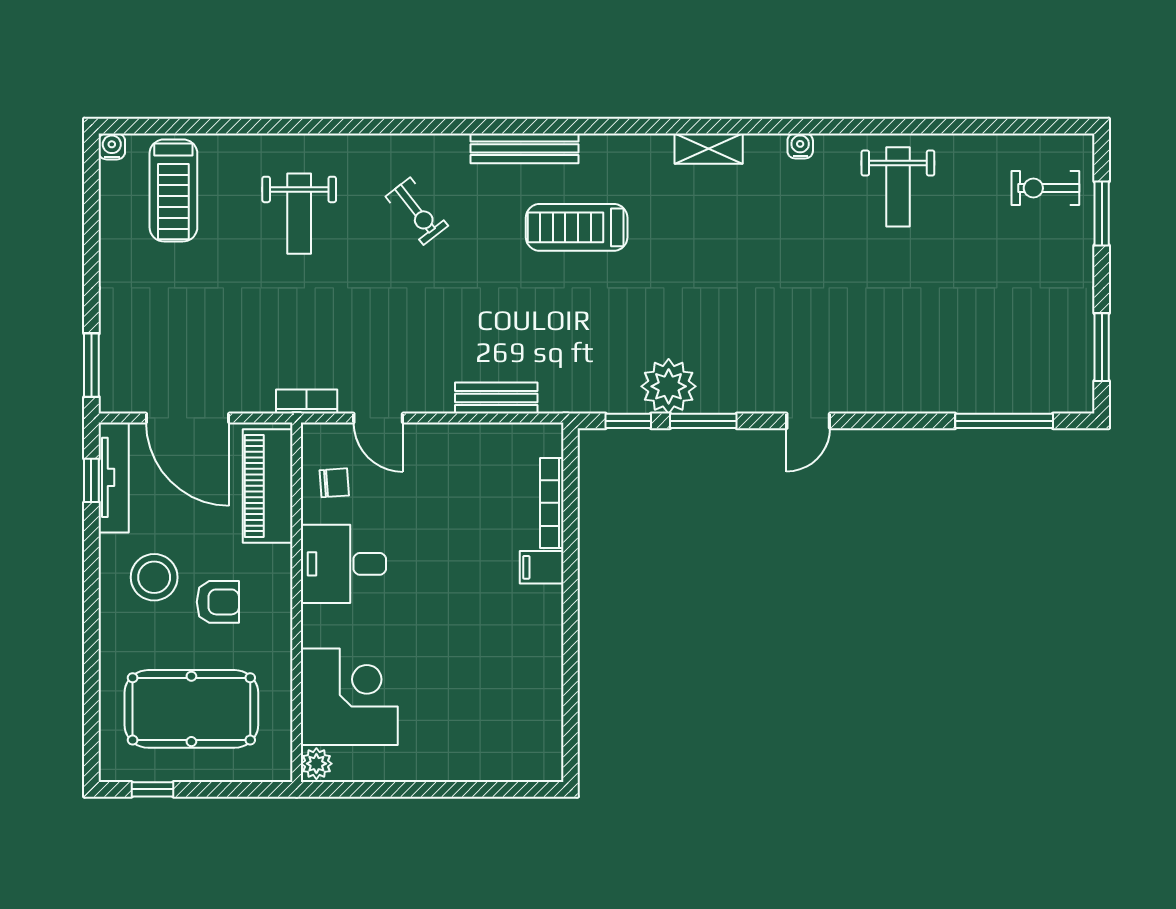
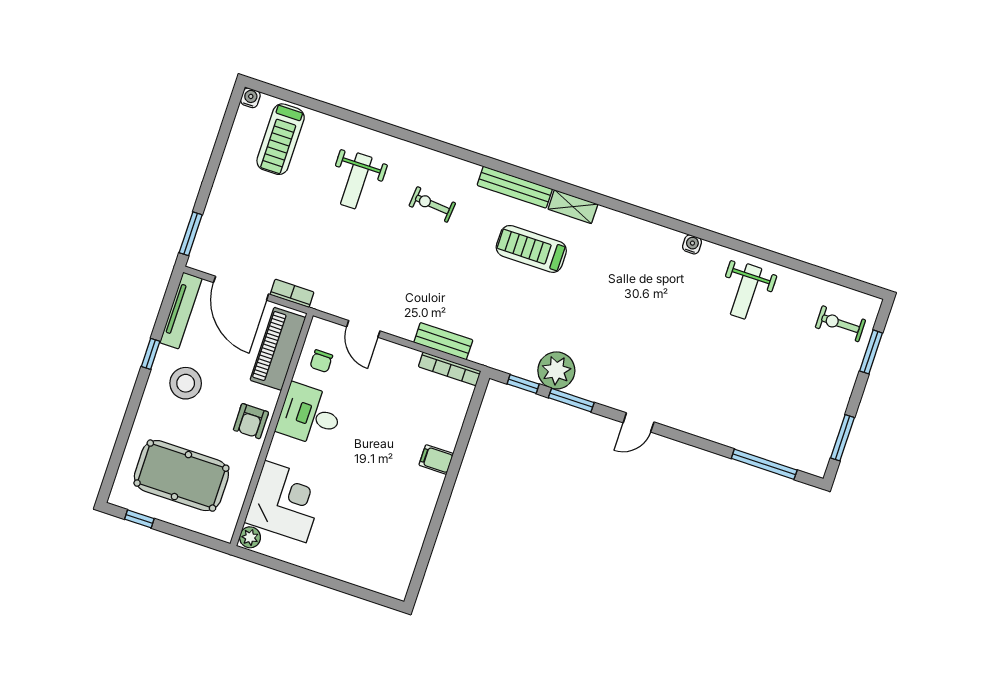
shelving: (709, 149) -> (573, 207), moved
exercise bike: (417, 211) -> (432, 204), turned 133
bookcase: (307, 401) -> (292, 293), moved
window: (91, 480) -> (151, 354), moved
chair: (334, 483) -> (321, 361), turned 94
bookcase: (552, 503) -> (450, 369), moved, turned -90
armchair: (218, 602) -> (251, 421), moved, turned 90

